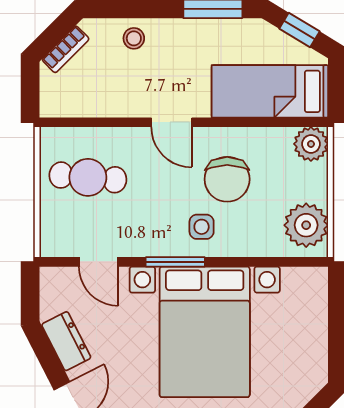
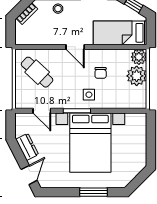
cafe table: (88, 177) -> (37, 72), turned 38
chair: (227, 179) -> (101, 73), width x0.54, depth x0.54
plant: (306, 225) -> (137, 76), moved

